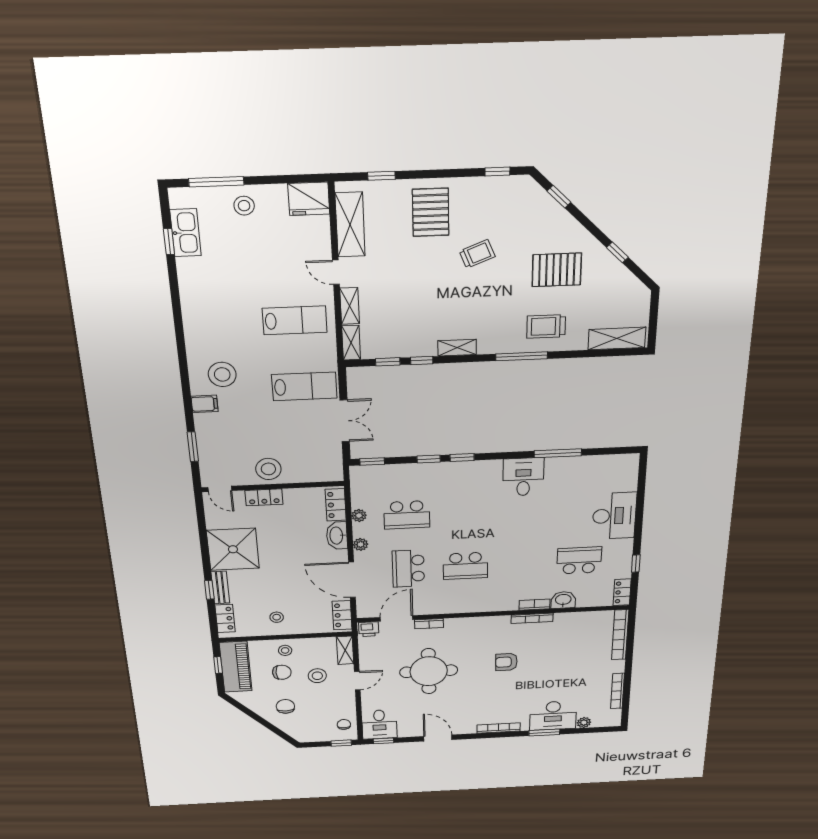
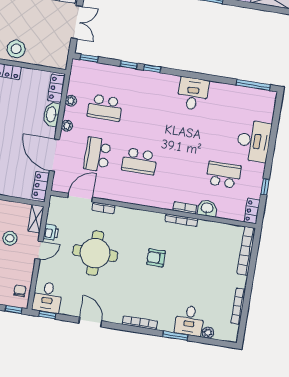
window: (558, 453) -> (253, 85), moved
printer: (369, 629) -> (51, 232), moved, turned -90
desk: (553, 716) -> (189, 321), width x0.73

